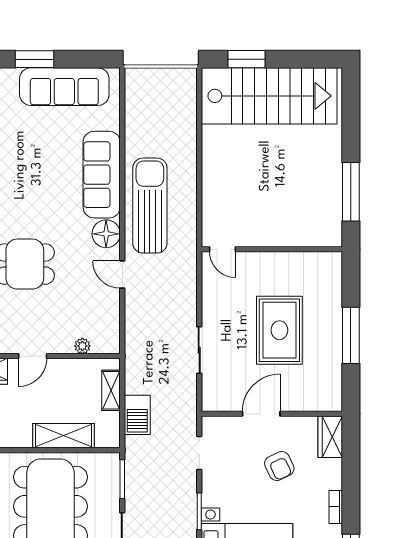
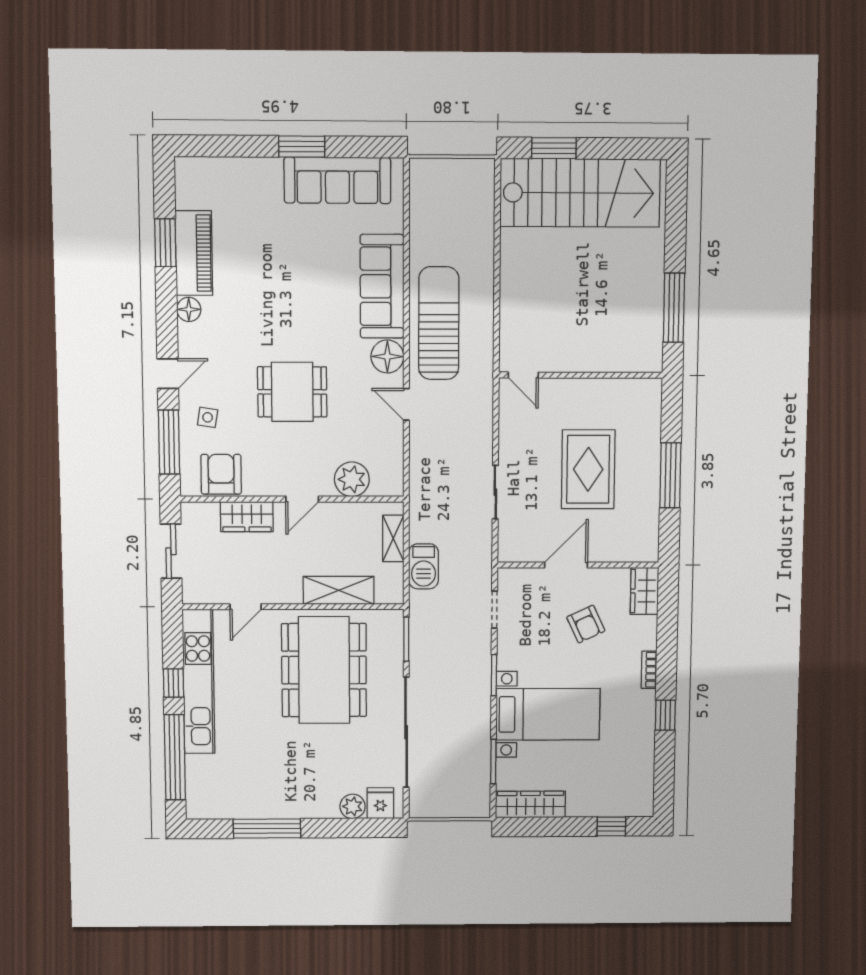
plant: (82, 346) -> (352, 479), width x1.87, depth x1.87

